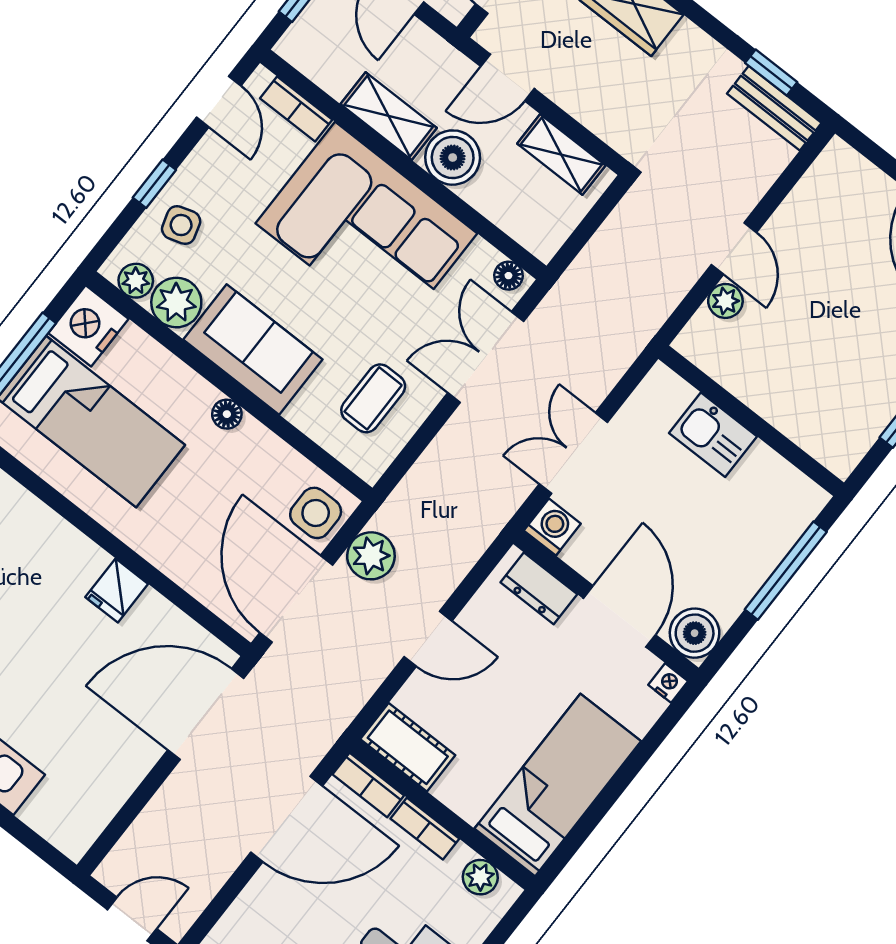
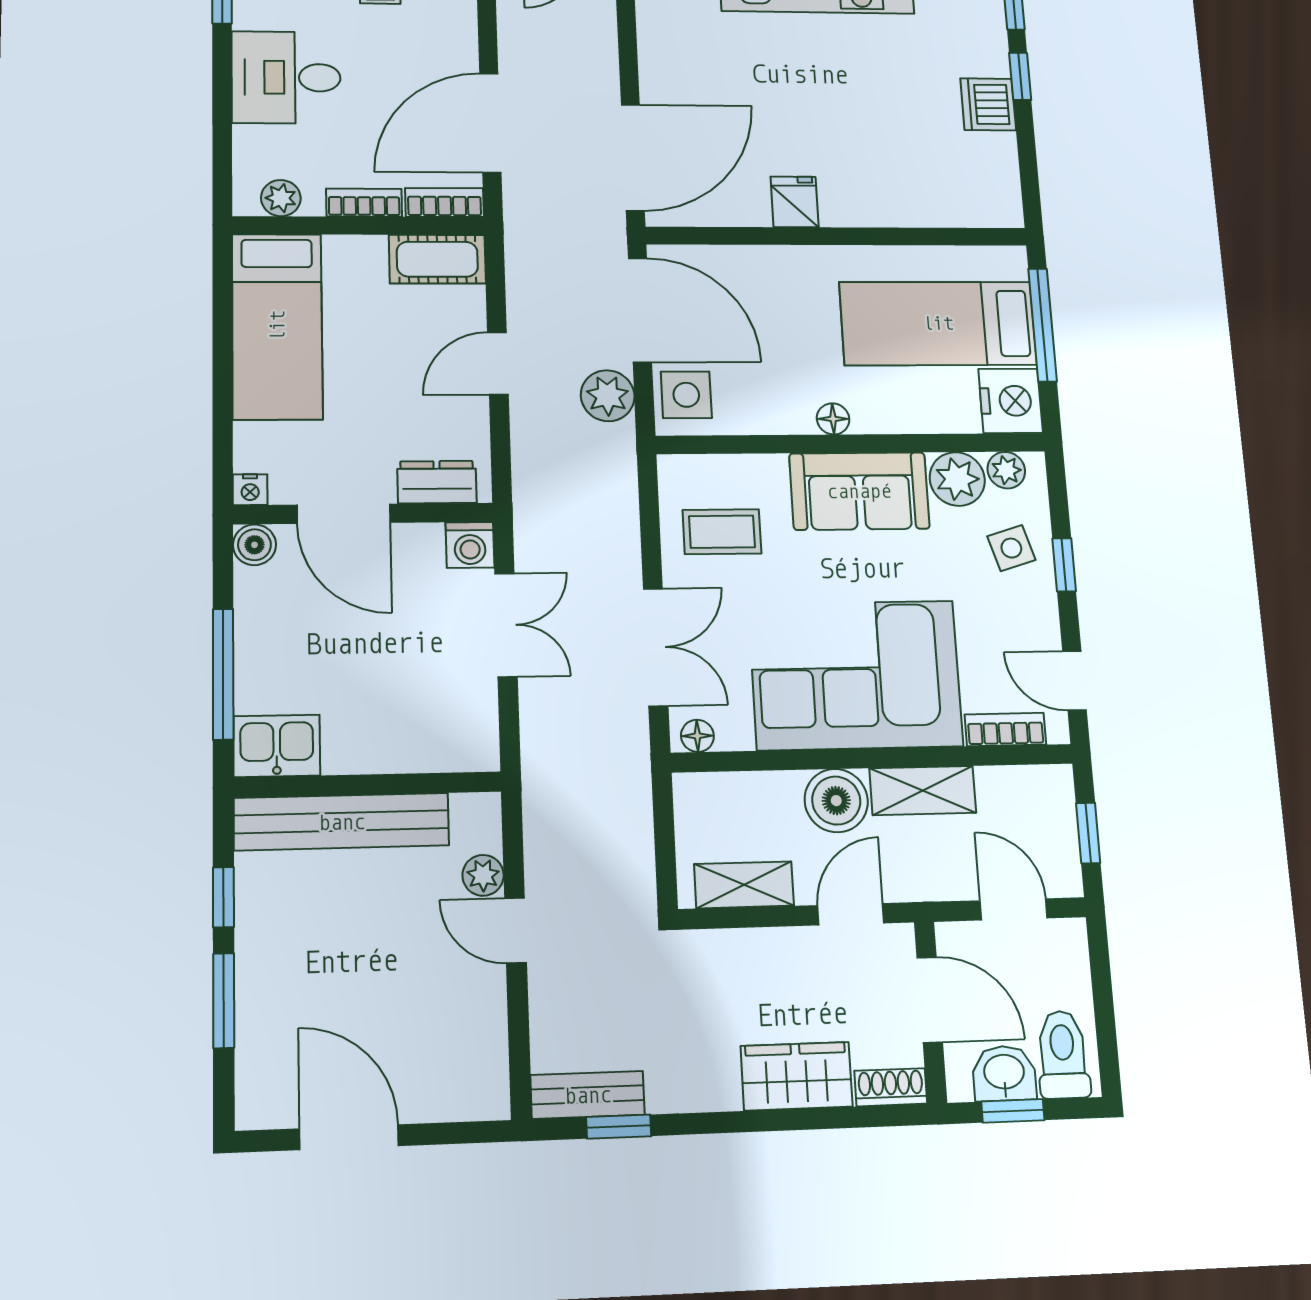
coffee table: (373, 398) -> (722, 532), turned 90
bench: (788, 410) -> (342, 822), added
kitchen sink: (713, 435) -> (277, 746), moved
boiler: (695, 633) -> (254, 545), width x0.73, depth x0.73

